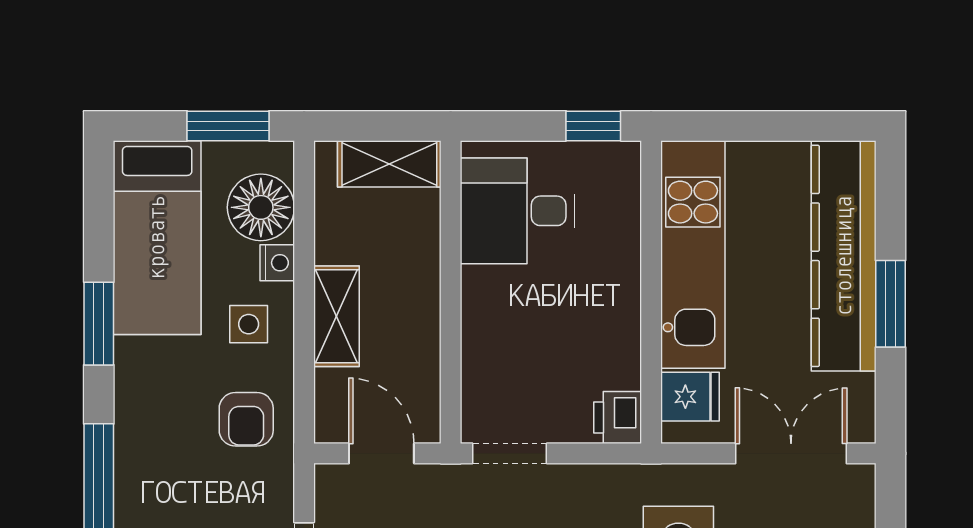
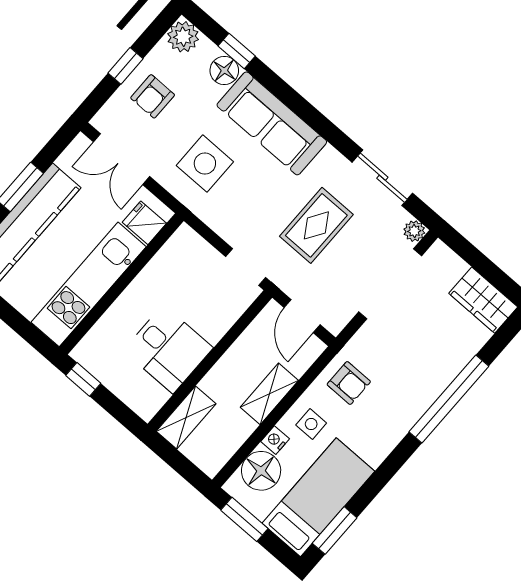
shelving: (389, 164) -> (186, 417), moved, turned 90
desk: (518, 211) -> (168, 349), moved
window: (99, 324) -> (335, 531), moved
printer: (618, 417) -> (184, 241), removed
armchair: (246, 419) -> (349, 383), turned 90

